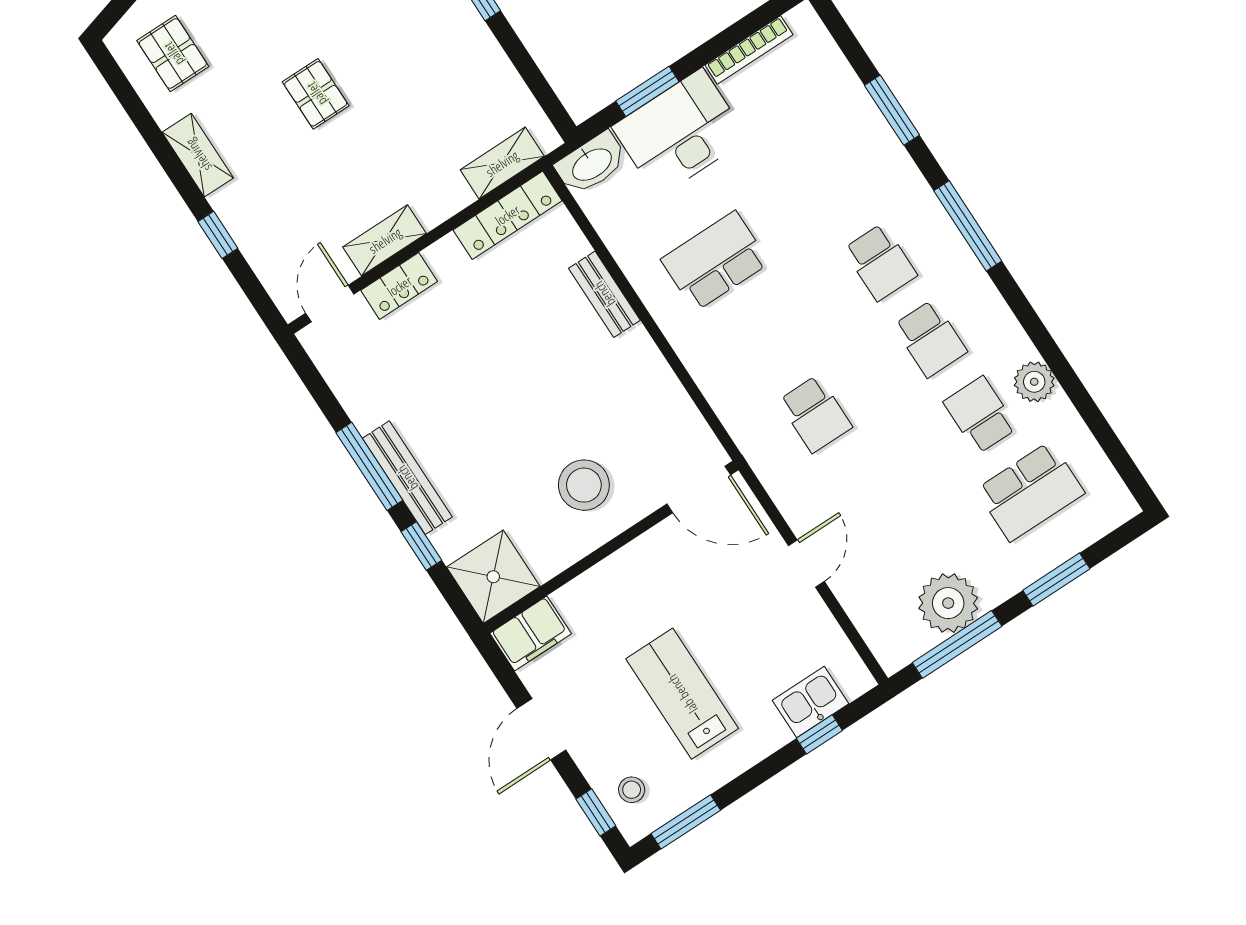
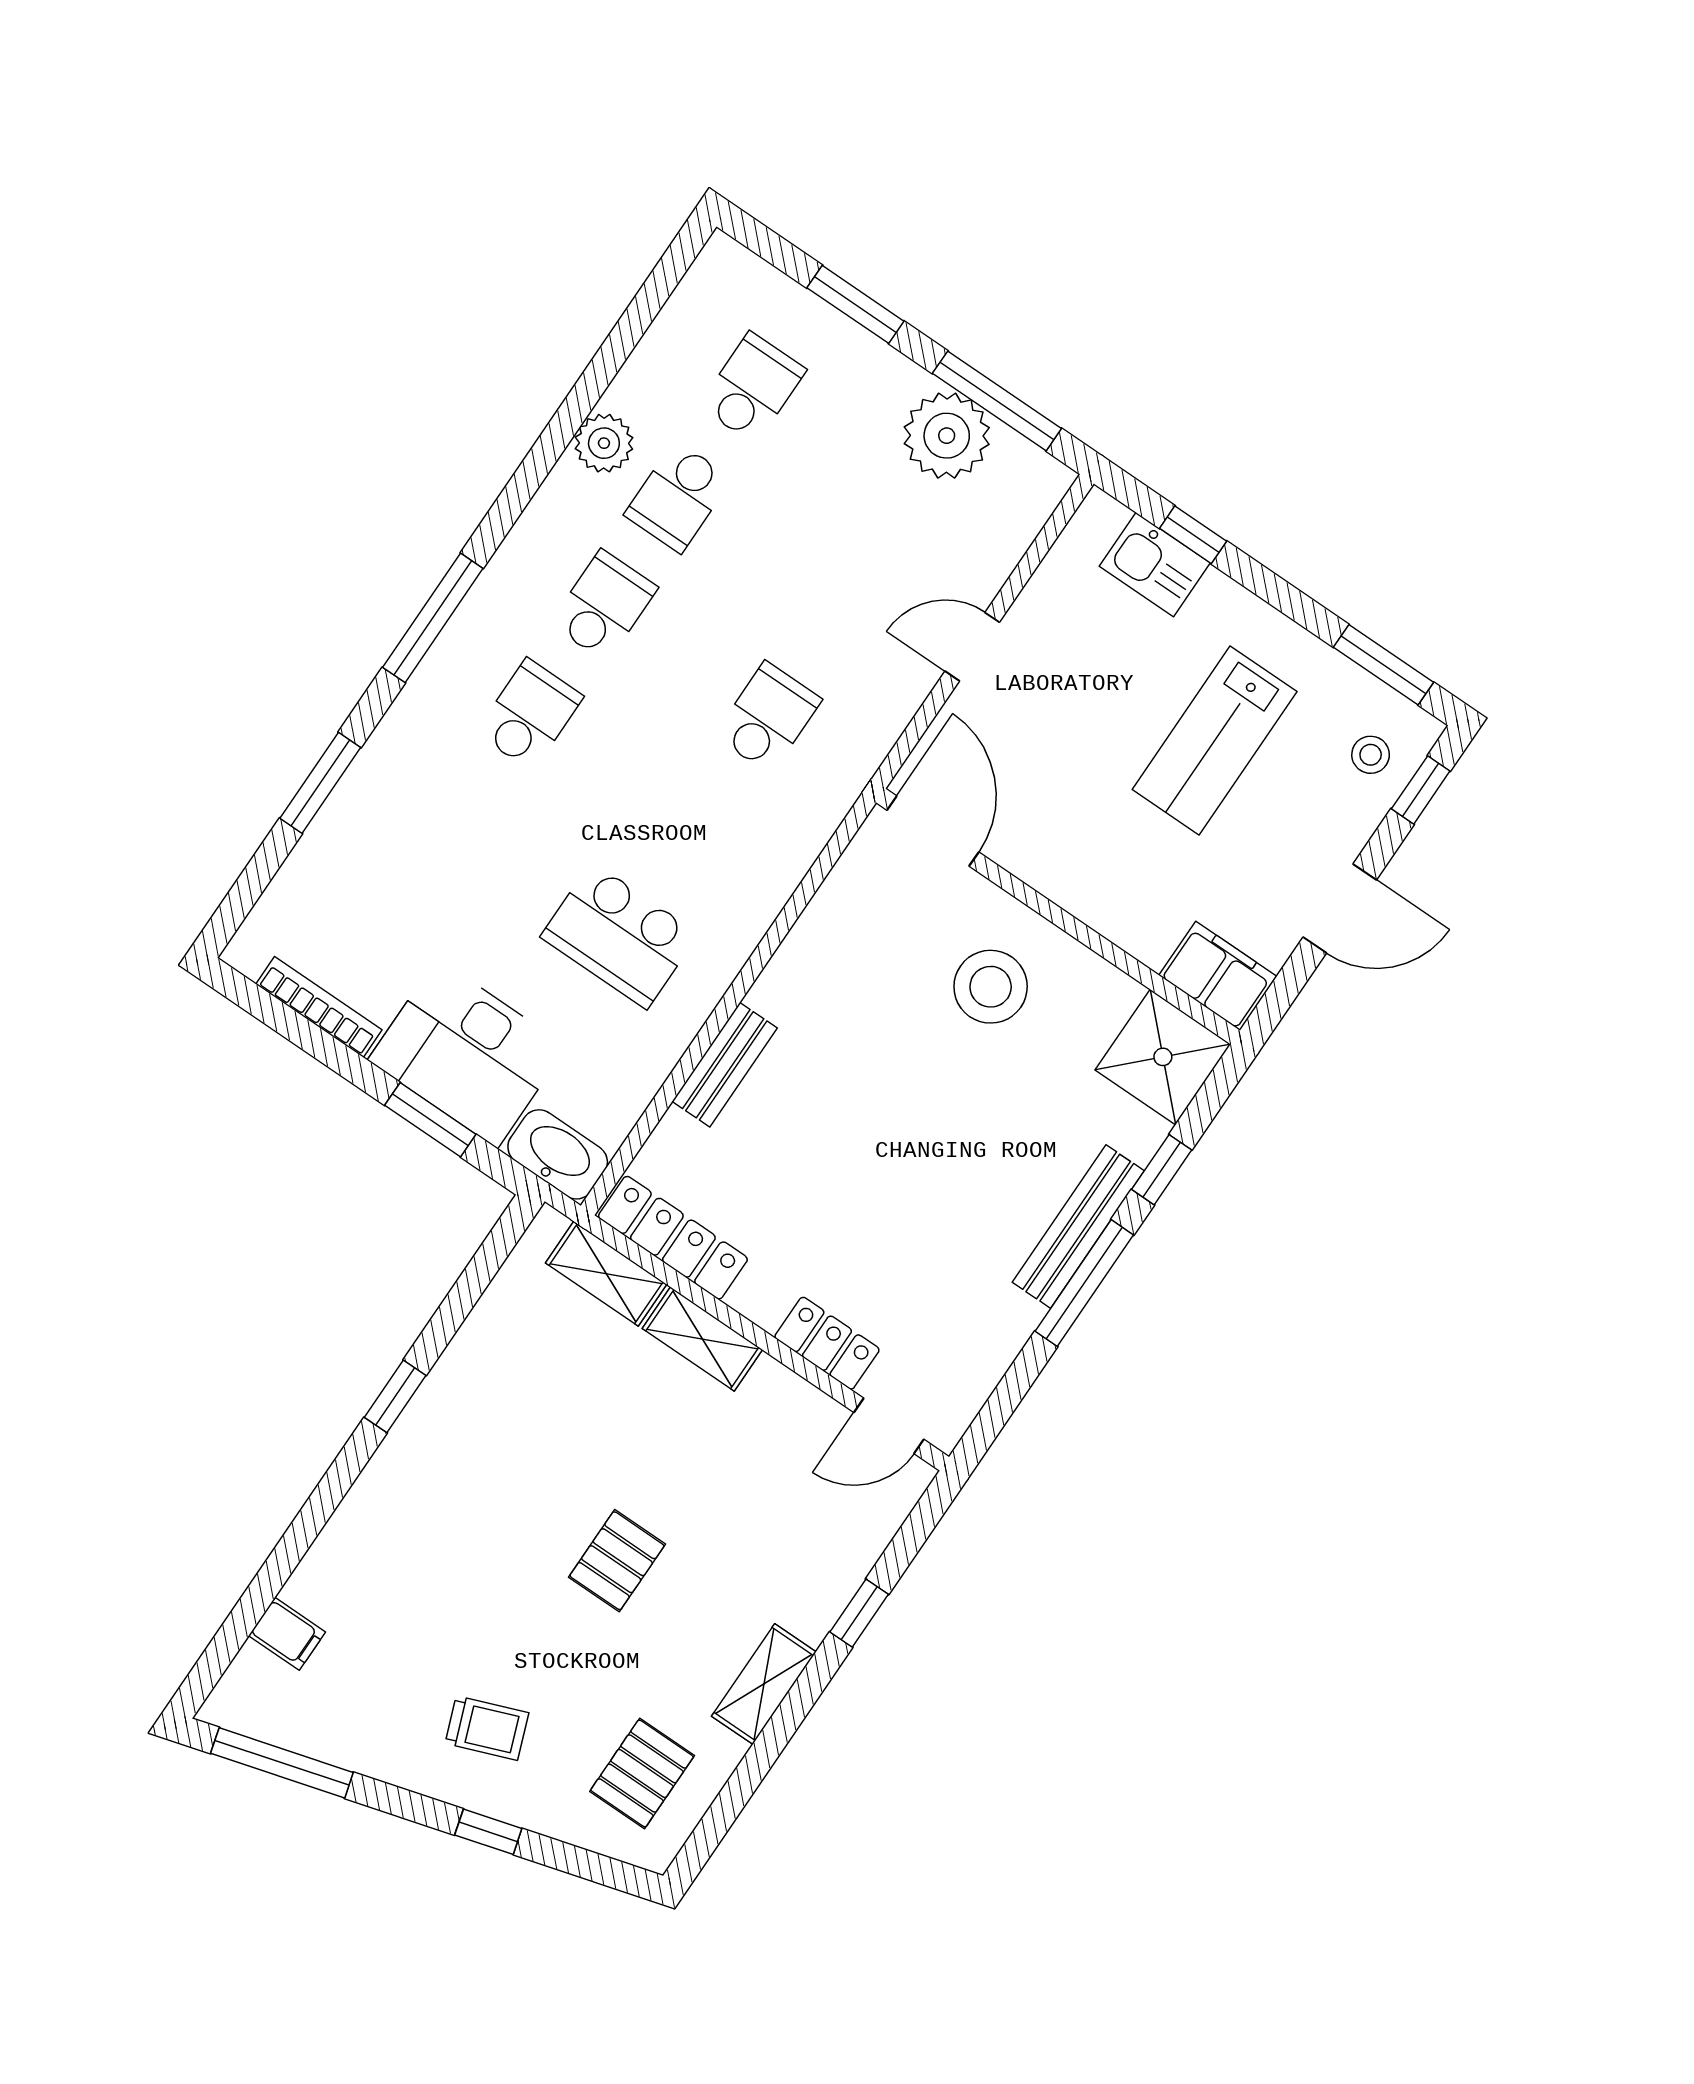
shelving: (385, 240) -> (702, 1339), moved
school desk: (1030, 491) -> (752, 388), width x0.54

